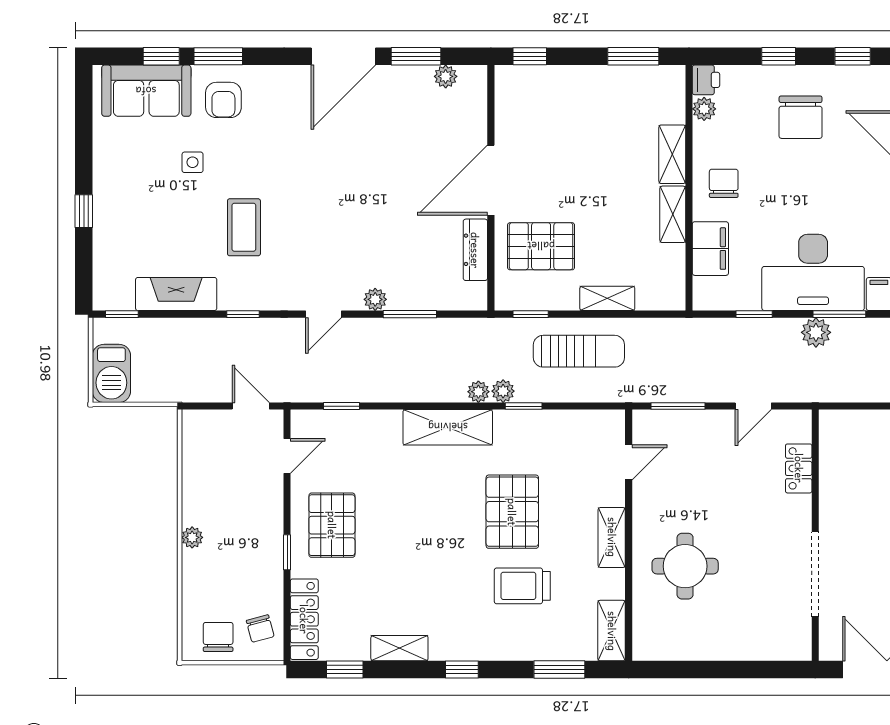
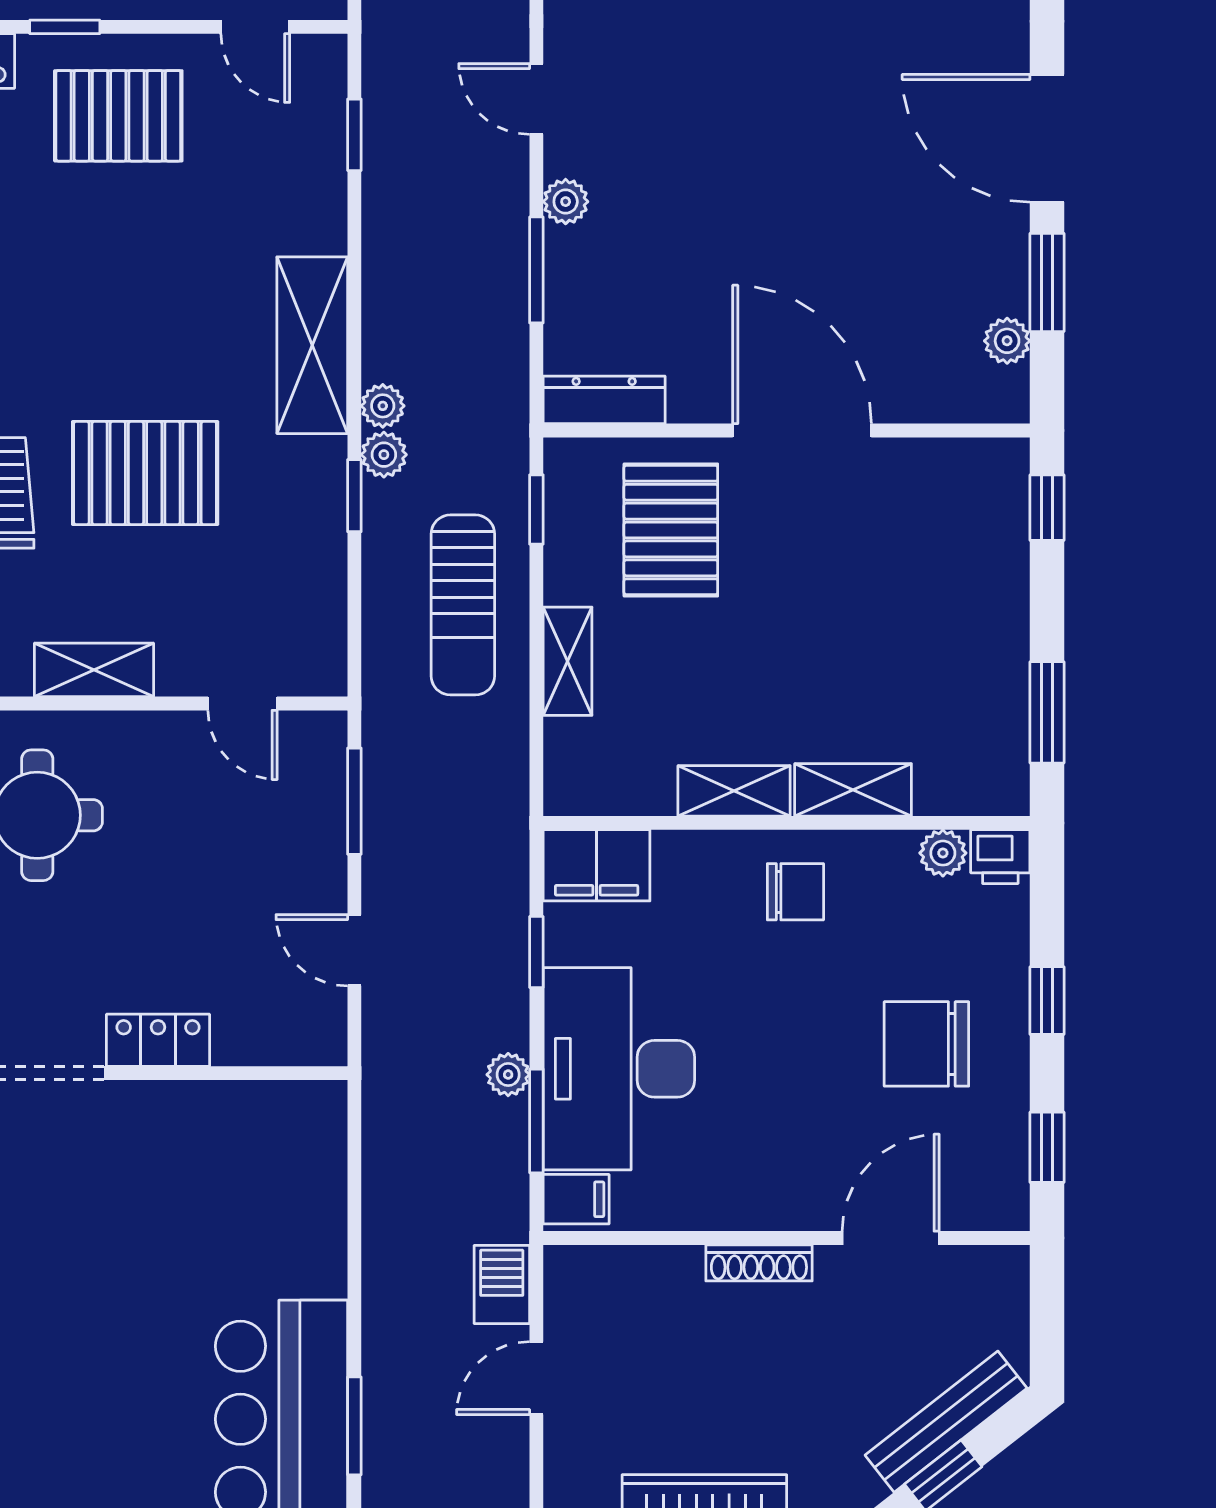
filing cabinet: (710, 249) -> (597, 865), moved
dresser: (475, 250) -> (604, 400), moved
plant: (816, 332) -> (508, 1075), width x0.73, depth x0.73
locker: (799, 468) -> (158, 1040), moved

